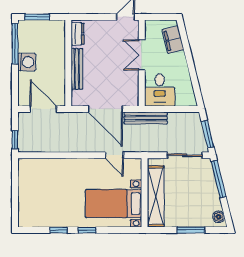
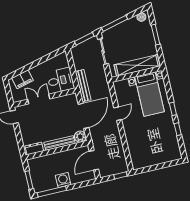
double door: (142, 55) -> (39, 99), swing flipped
plant: (79, 98) -> (80, 137), added
door: (114, 155) -> (118, 114), moved

